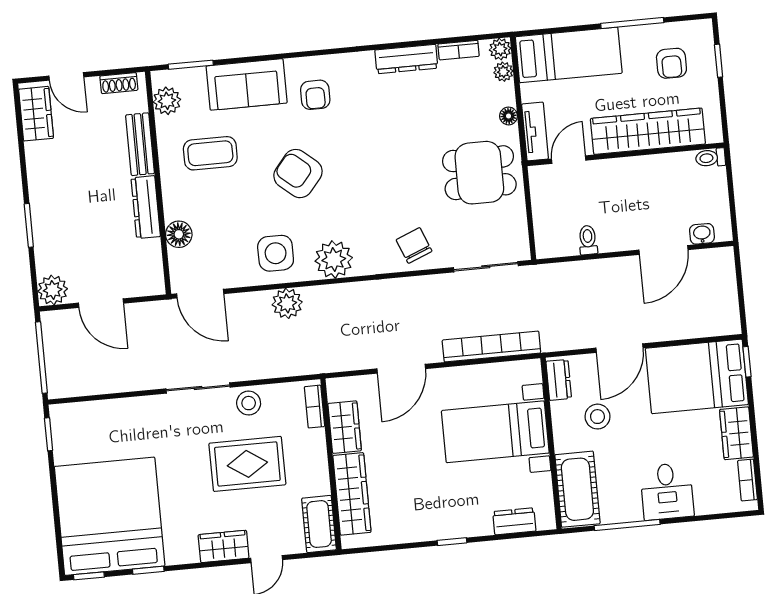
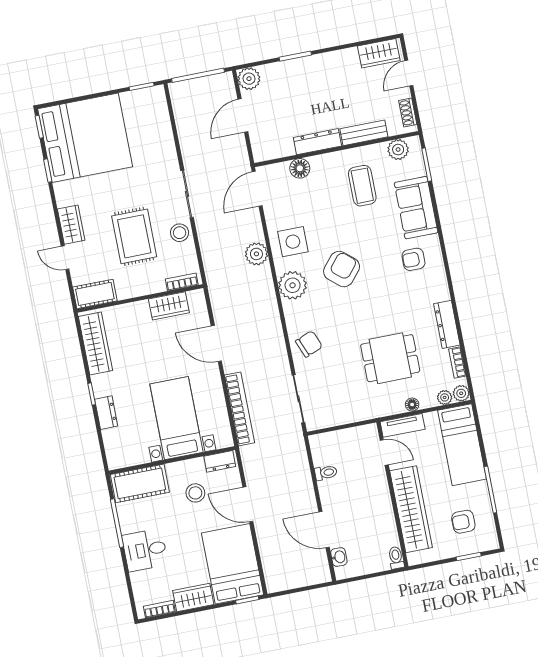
dining table: (479, 173) -> (390, 358), moved, turned 90
armchair: (298, 174) -> (342, 269), moved
wardrobe: (352, 494) -> (96, 344), moved, turned -90
dresser: (514, 521) -> (106, 413), moved

